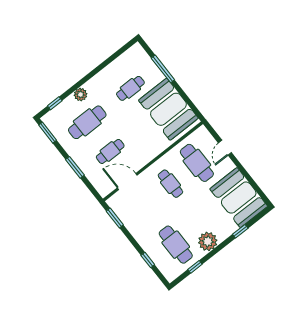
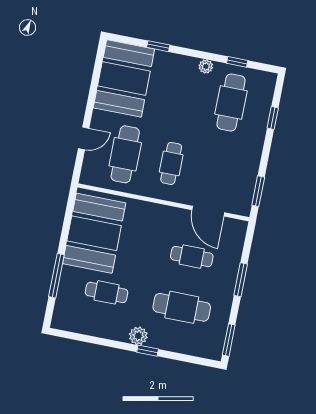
plant: (81, 95) -> (138, 336), moved
window: (55, 103) -> (148, 351), moved
plant: (208, 241) -> (206, 66), width x0.53, depth x0.53

